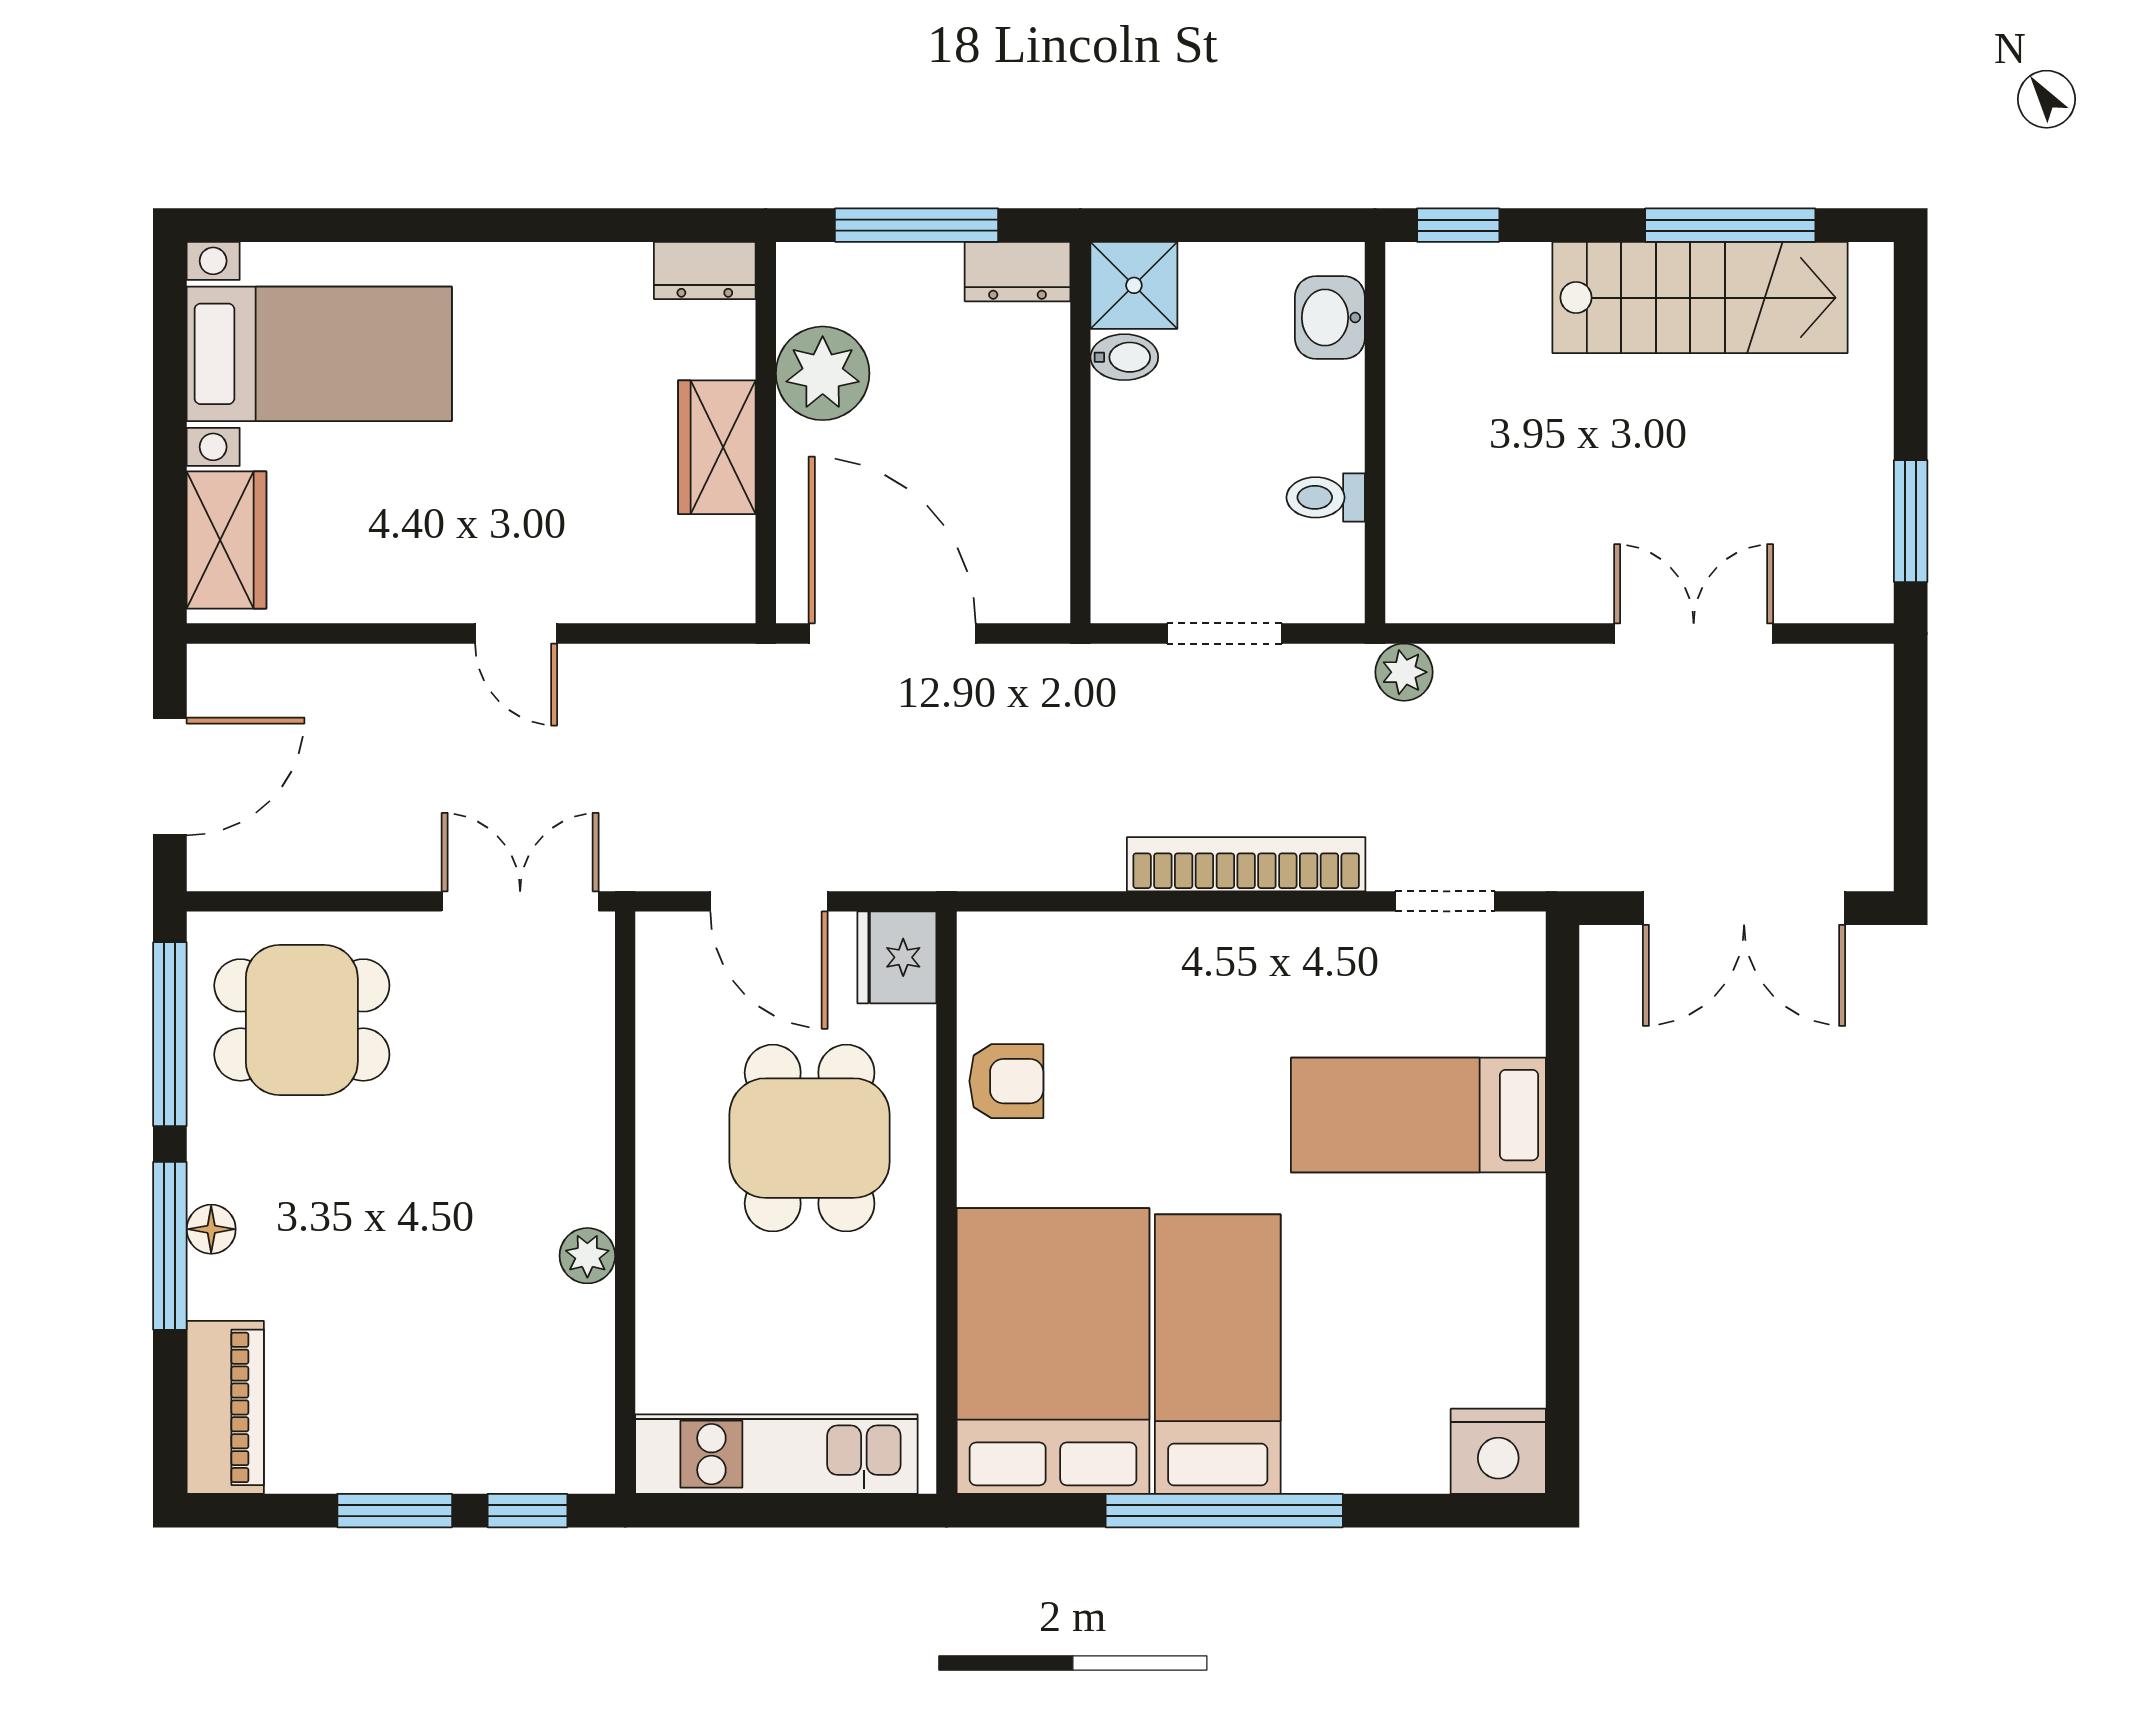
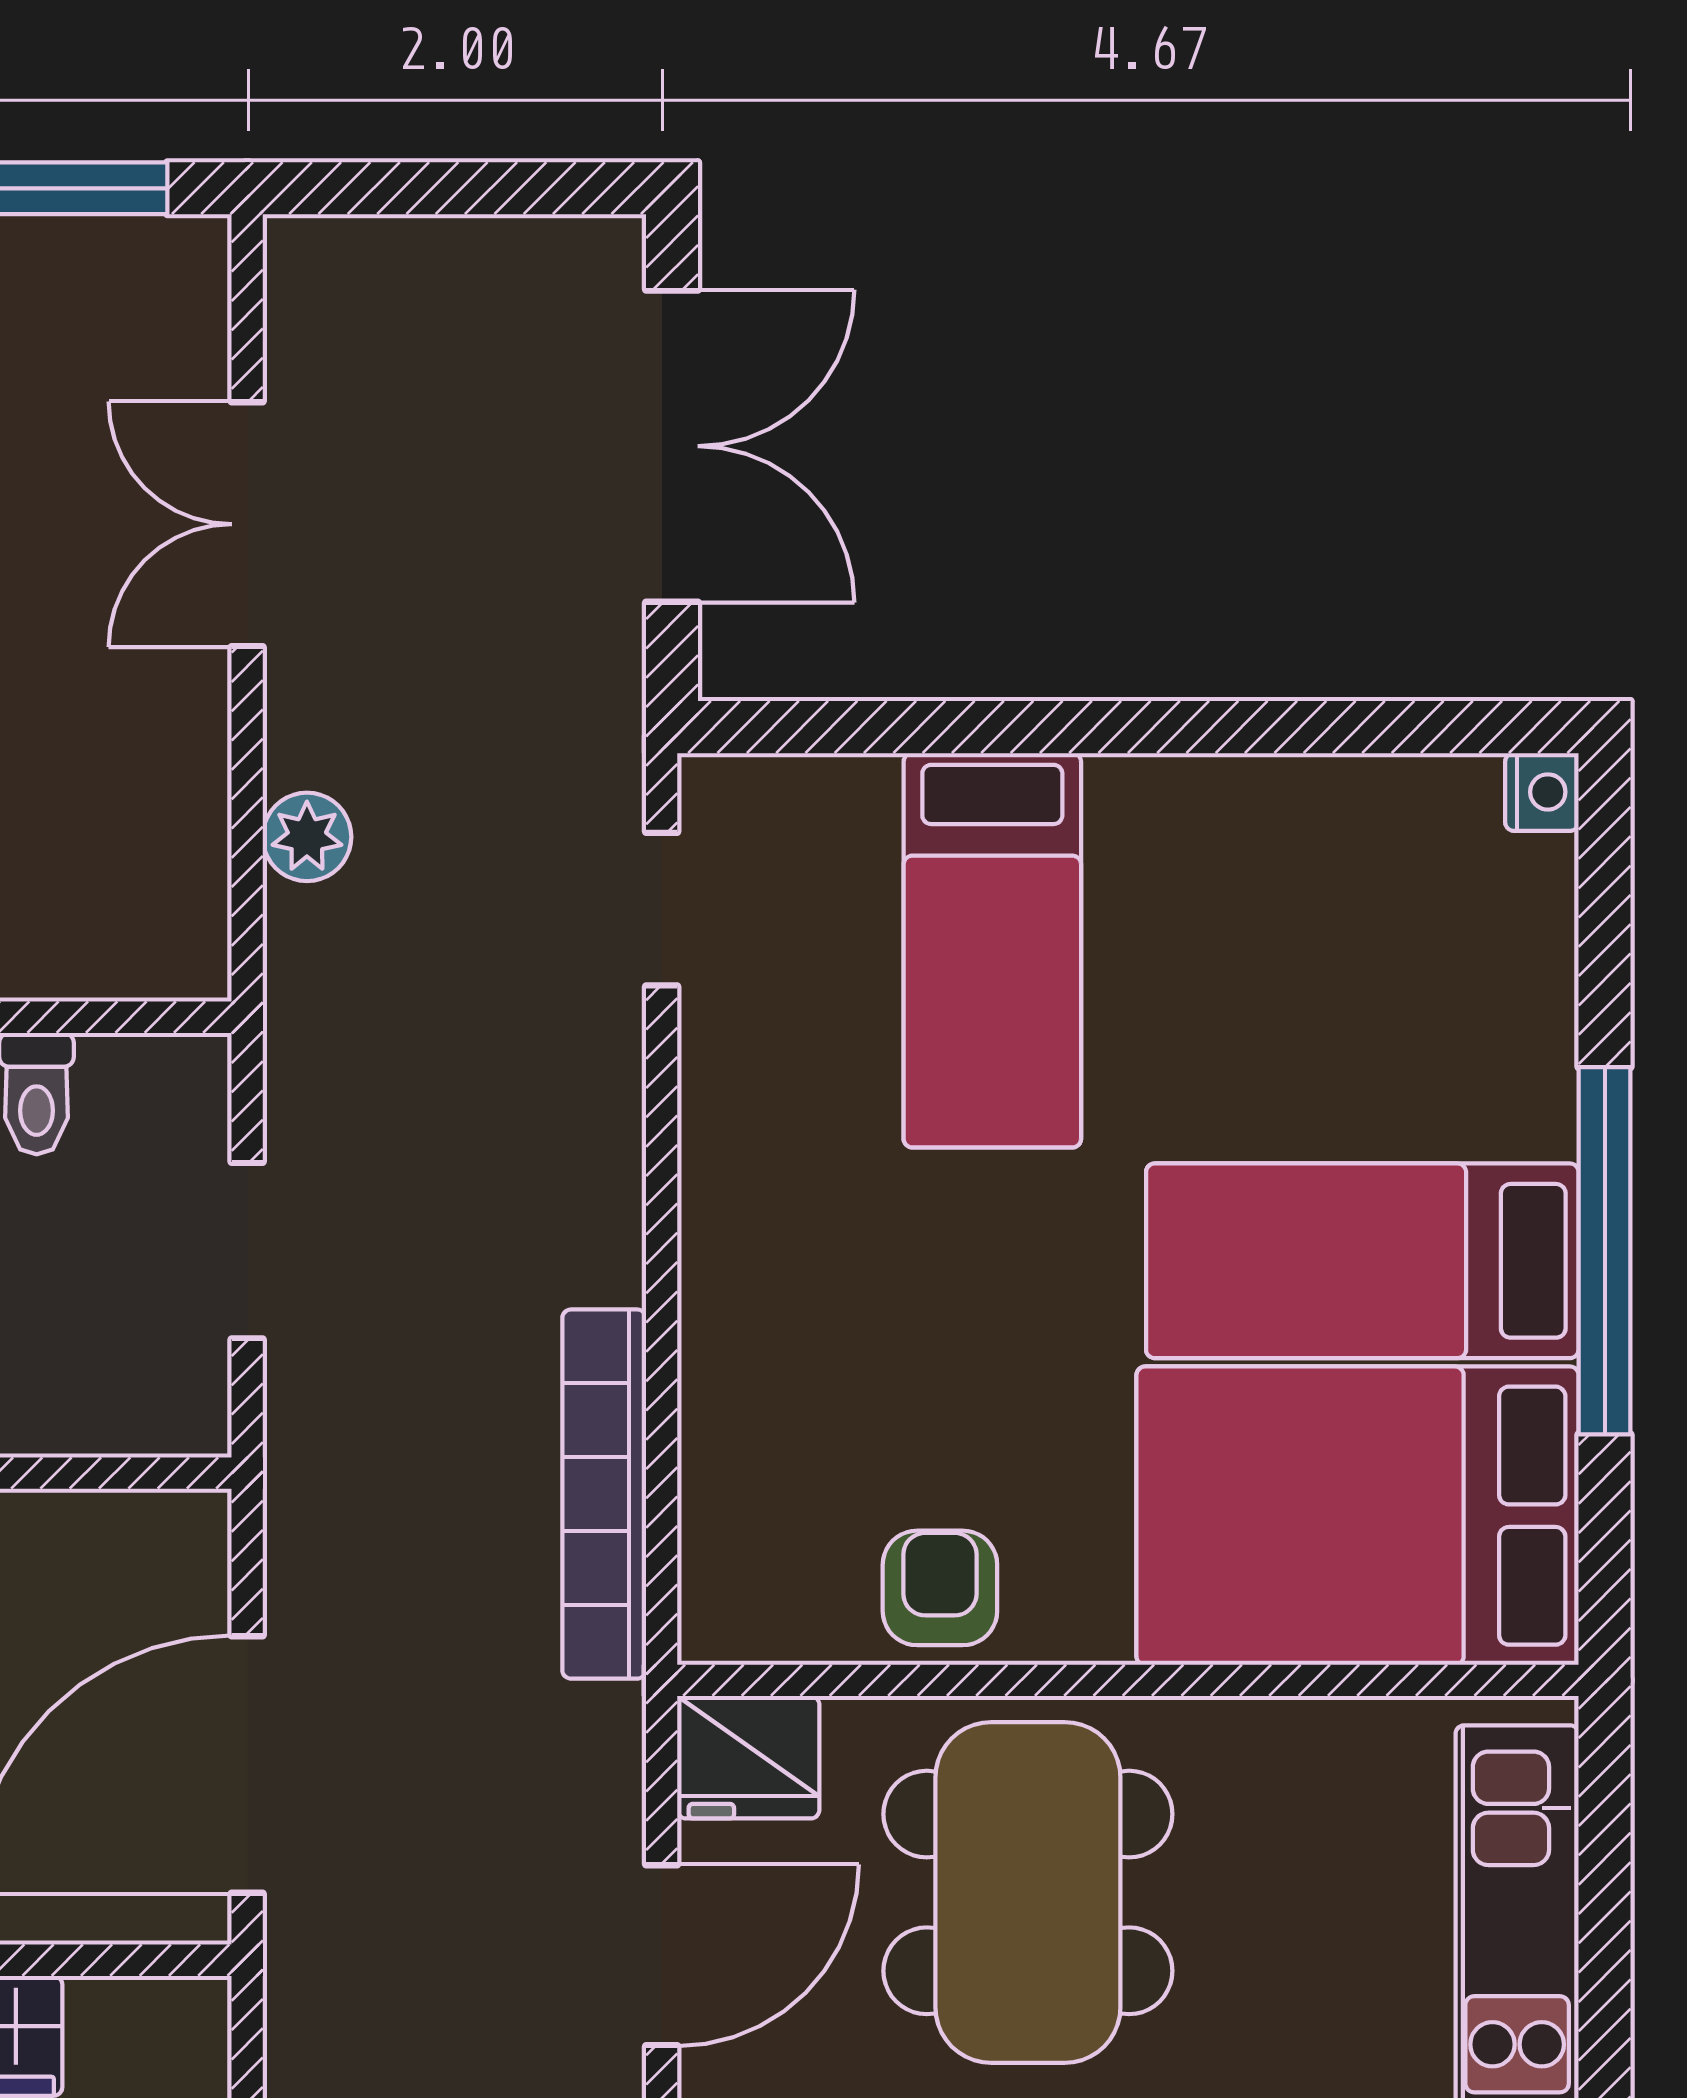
plant: (1404, 672) -> (307, 837), moved
bookcase: (1246, 864) -> (604, 1494), moved
dining table: (810, 1138) -> (1028, 1892), width x1.38
nightstand: (1498, 1451) -> (1542, 792), width x0.53, depth x0.56

